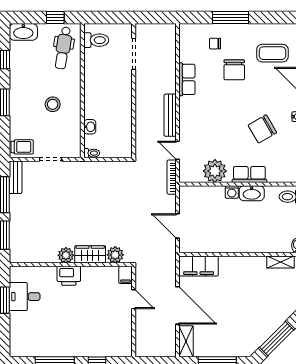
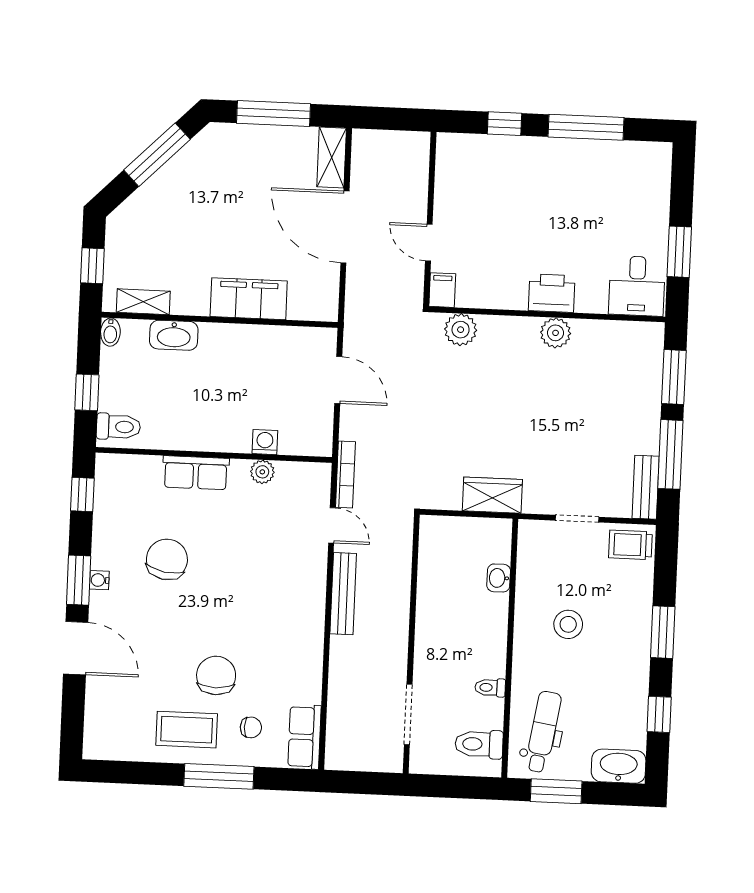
window: (55, 17) -> (556, 791), width x1.50
coffee table: (272, 53) -> (187, 730), moved
row of seats: (187, 79) -> (305, 737), moved
chair: (262, 129) -> (167, 559), turned -50
toilet: (92, 153) -> (490, 688), moved
plant: (215, 171) -> (262, 472), width x0.53, depth x0.53
washing machine: (232, 192) -> (265, 442), moved
washbasin: (252, 193) -> (174, 335), moved, turned 180
wardrobe: (90, 254) -> (492, 495), moved, turned 180
filing cabinet: (199, 266) -> (249, 299), moved
desk: (25, 297) -> (637, 286), moved, turned 90

